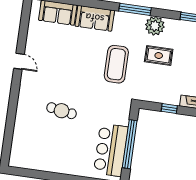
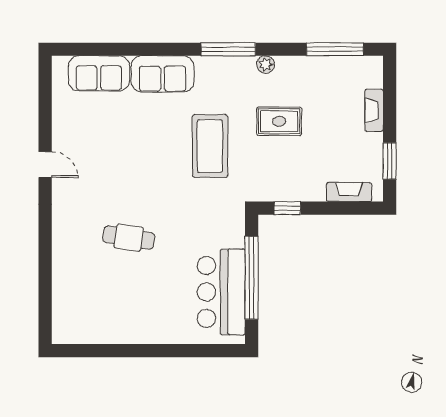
plant: (155, 26) -> (266, 64), width x0.53, depth x0.53
window: (169, 109) -> (287, 208), moved

